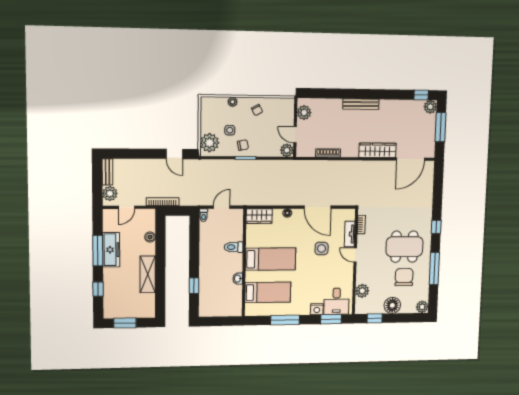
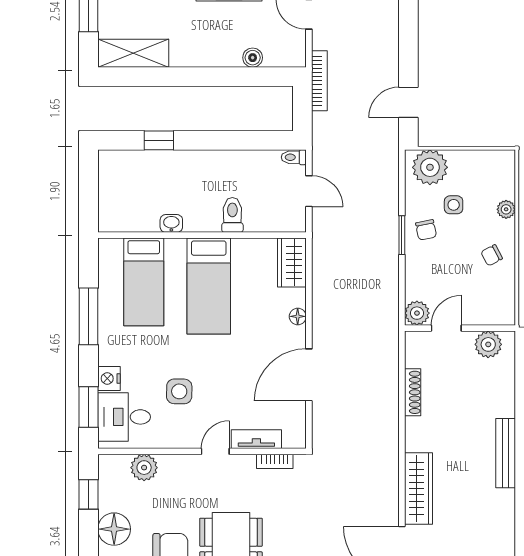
side table: (322, 248) -> (179, 391), moved
shelving: (148, 274) -> (133, 53), moved

